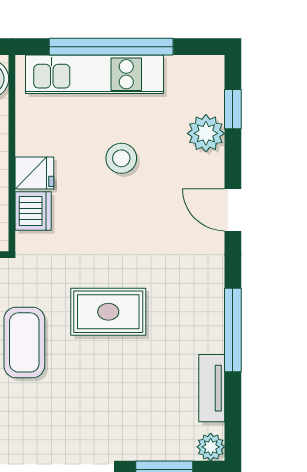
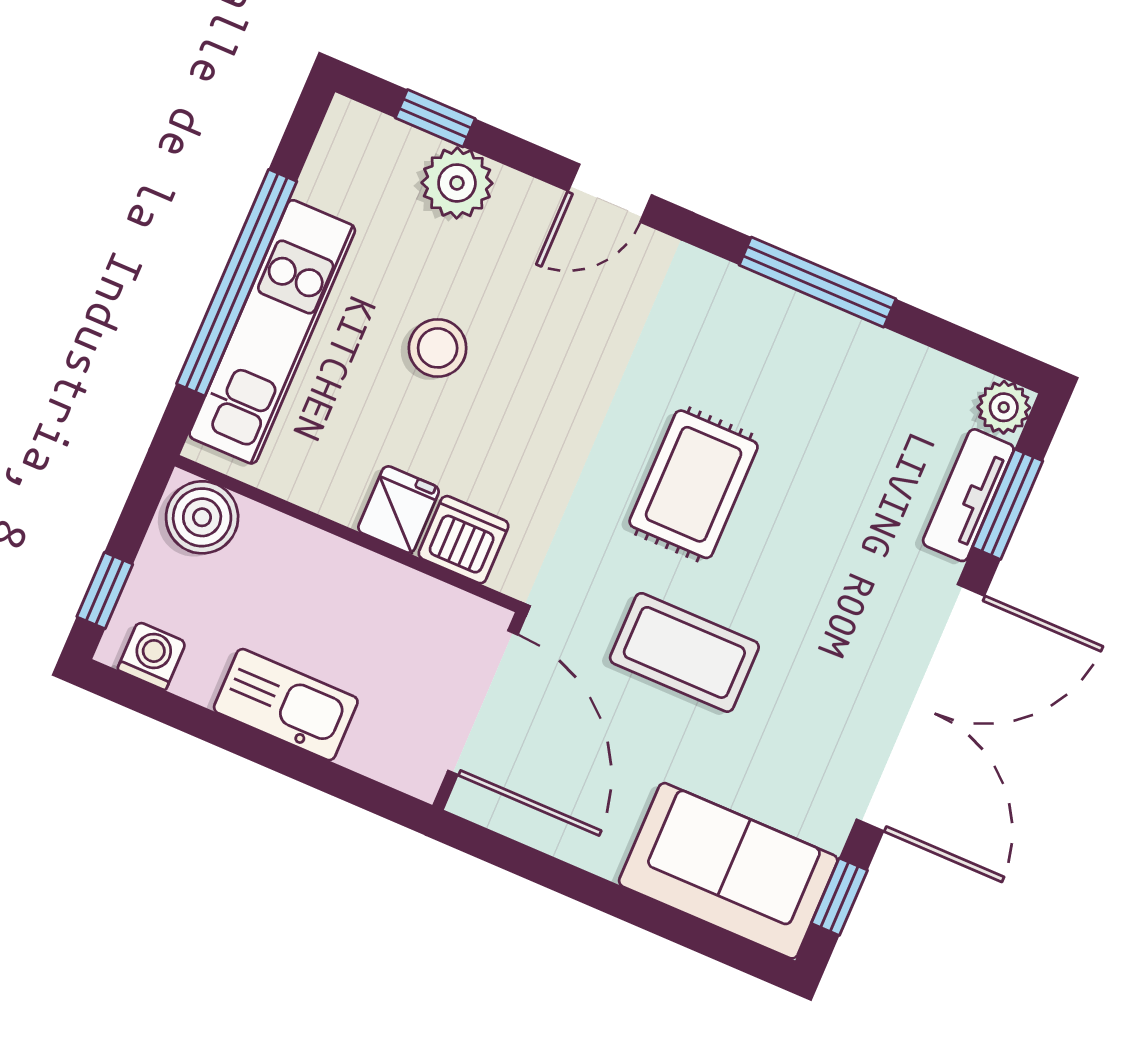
tv unit: (212, 388) -> (968, 495), moved, turned 90

